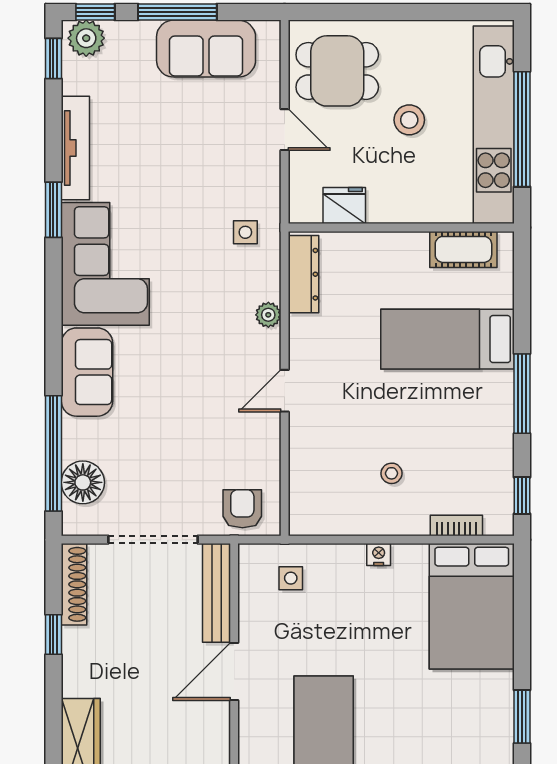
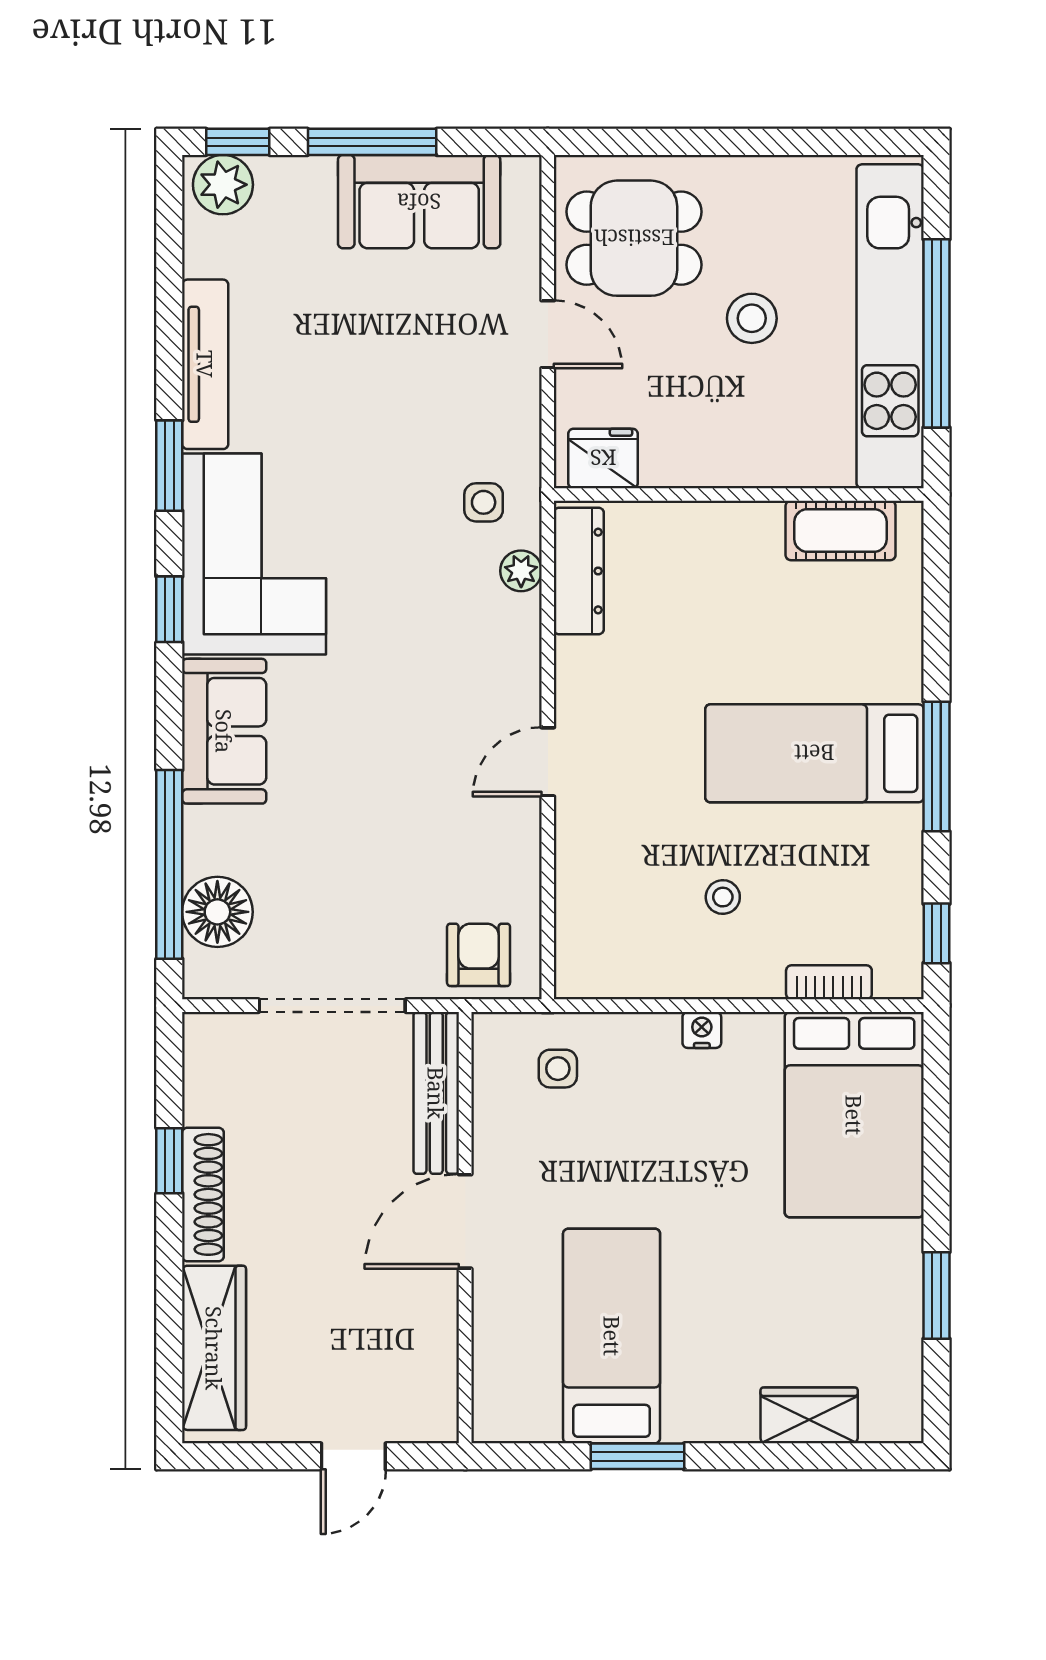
window: (53, 59) -> (169, 609), moved
fridge: (344, 205) -> (603, 458), moved
plant: (268, 315) -> (521, 571), moved
bed: (447, 339) -> (814, 753), moved
shoe rack: (74, 584) -> (203, 1194), moved

